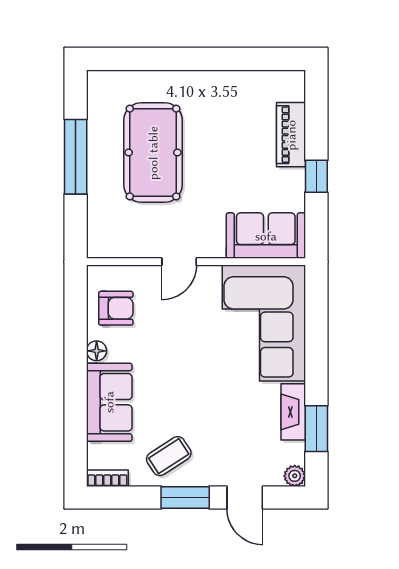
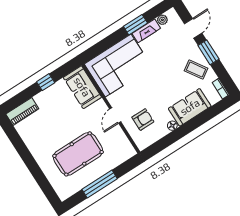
piano: (291, 135) -> (22, 111), moved
door: (179, 262) -> (115, 115), swing flipped
armchair: (116, 308) -> (143, 119), moved, turned 90
window: (316, 429) -> (135, 25), moved
plant: (295, 476) -> (162, 20), moved

